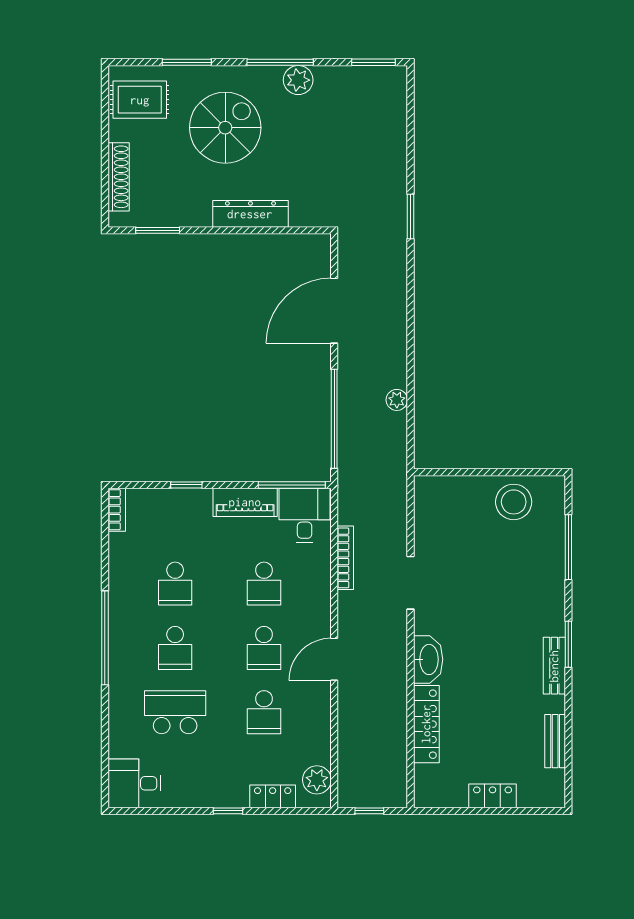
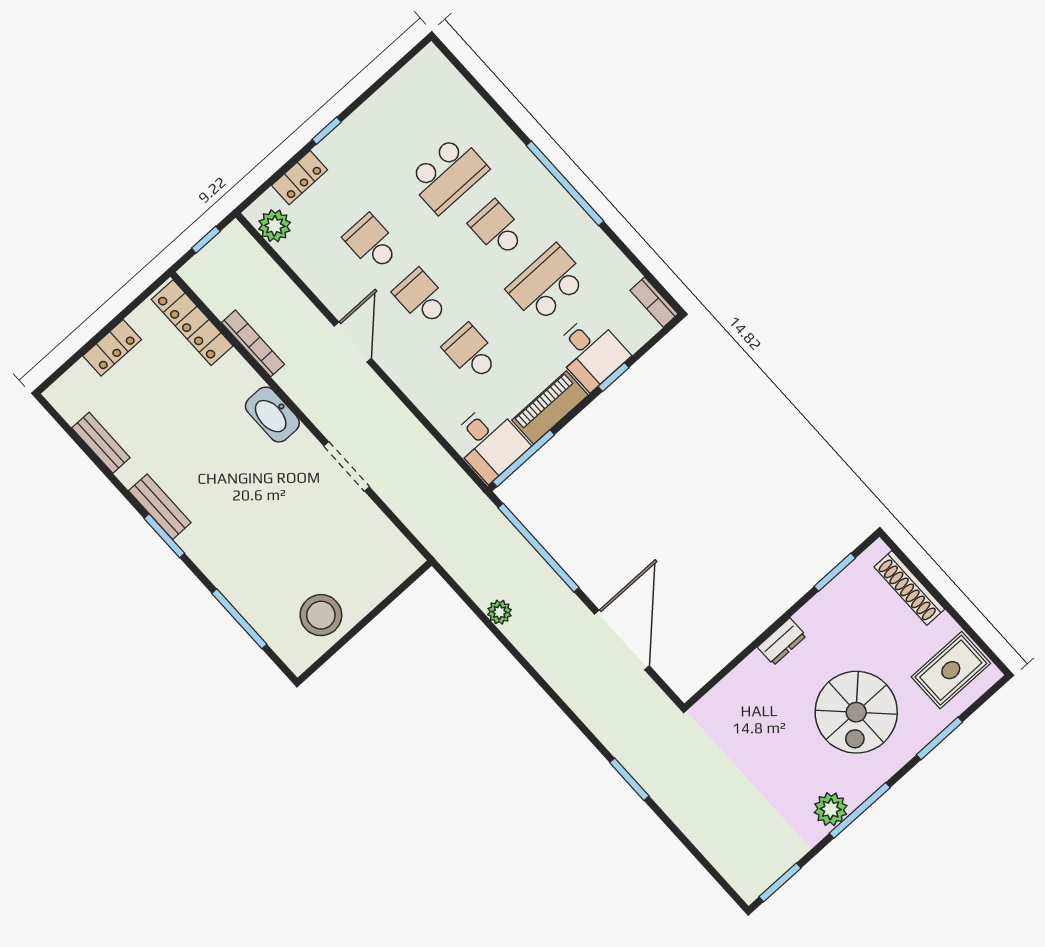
dresser: (250, 214) -> (782, 642), width x0.51, depth x0.80
bookcase: (345, 558) -> (253, 343), moved, turned 180
school desk: (175, 584) -> (547, 284), width x1.85
locker: (426, 724) -> (192, 323), moved
desk: (134, 783) -> (591, 352), moved, turned 90

